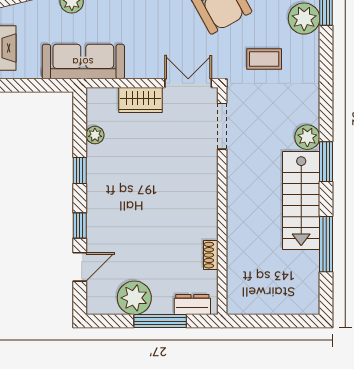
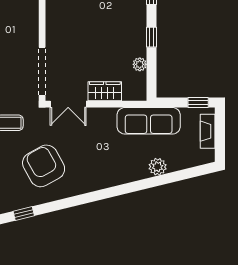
window: (19, 85) -> (198, 103), added
doorway: (222, 126) -> (42, 71), width x1.36

